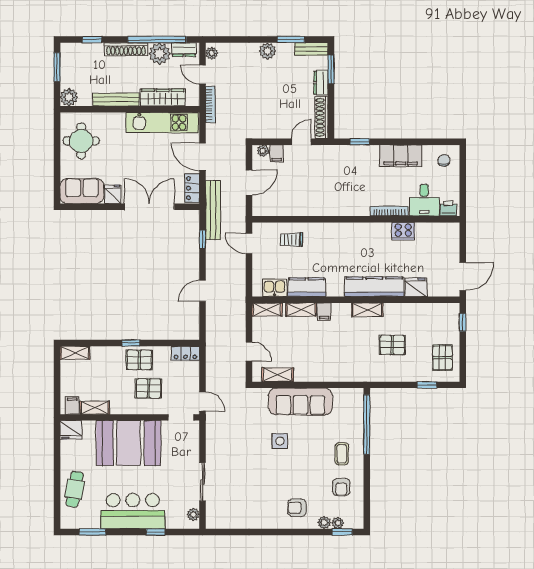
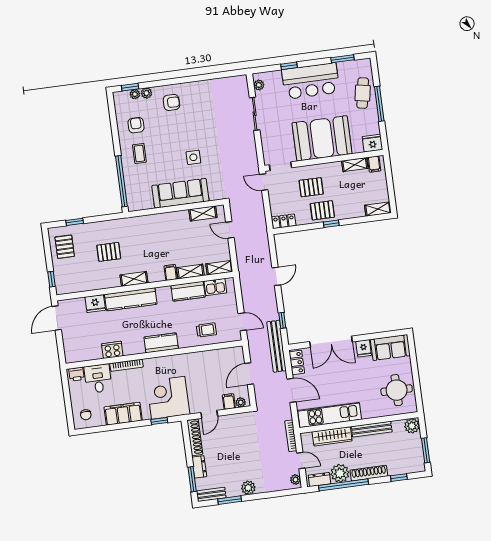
corner desk: (346, 167) -> (168, 398), added
kitchen counter: (346, 232) -> (161, 343), added
window: (57, 474) -> (379, 104), added

